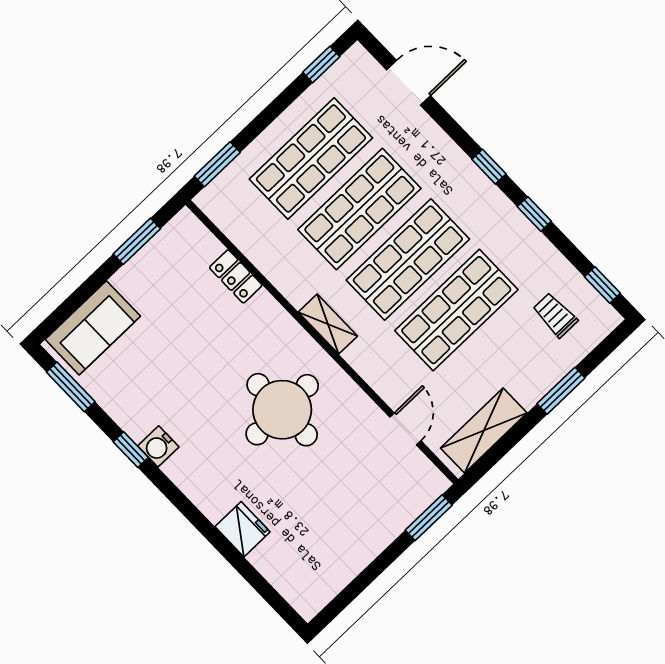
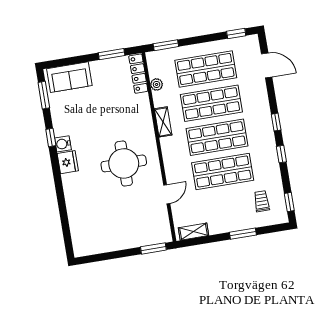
plant: (247, 240) -> (157, 84), added
locker: (236, 276) -> (138, 74), moved, width x1.53
shelving: (328, 324) -> (163, 122), moved
door: (405, 429) -> (167, 194), moved
shelving: (484, 431) -> (194, 232), width x0.67, depth x0.75
fridge: (242, 529) -> (68, 162), moved

